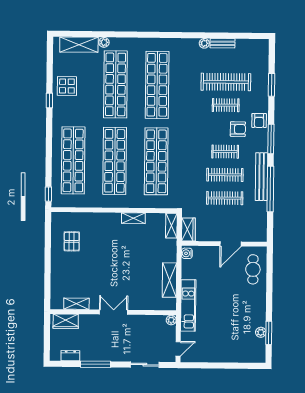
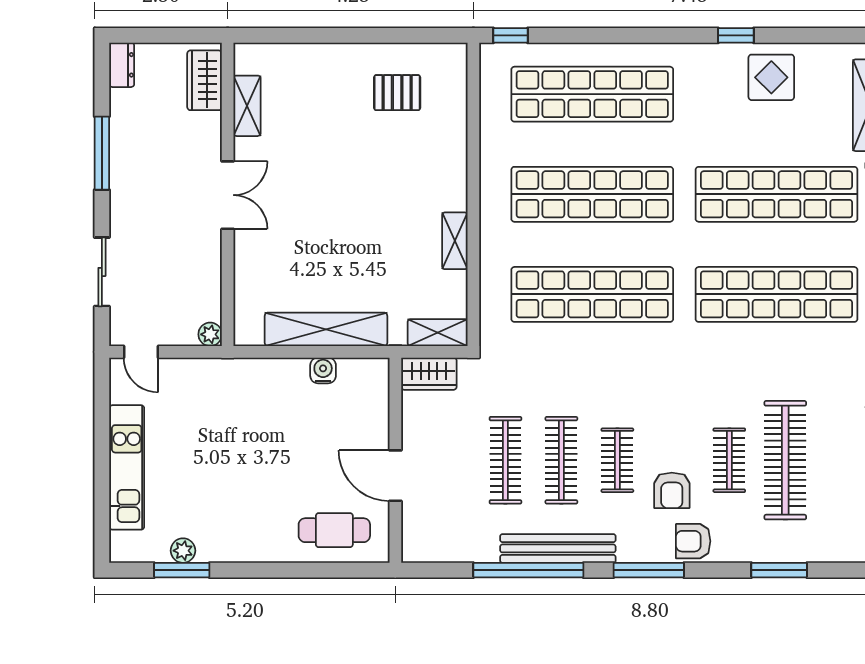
water cooler: (187, 253) -> (323, 370), moved
shelving: (169, 280) -> (326, 329), width x1.47
kitchen unit: (188, 305) -> (127, 467), moved, turned -90
dresser: (70, 356) -> (122, 65), moved

